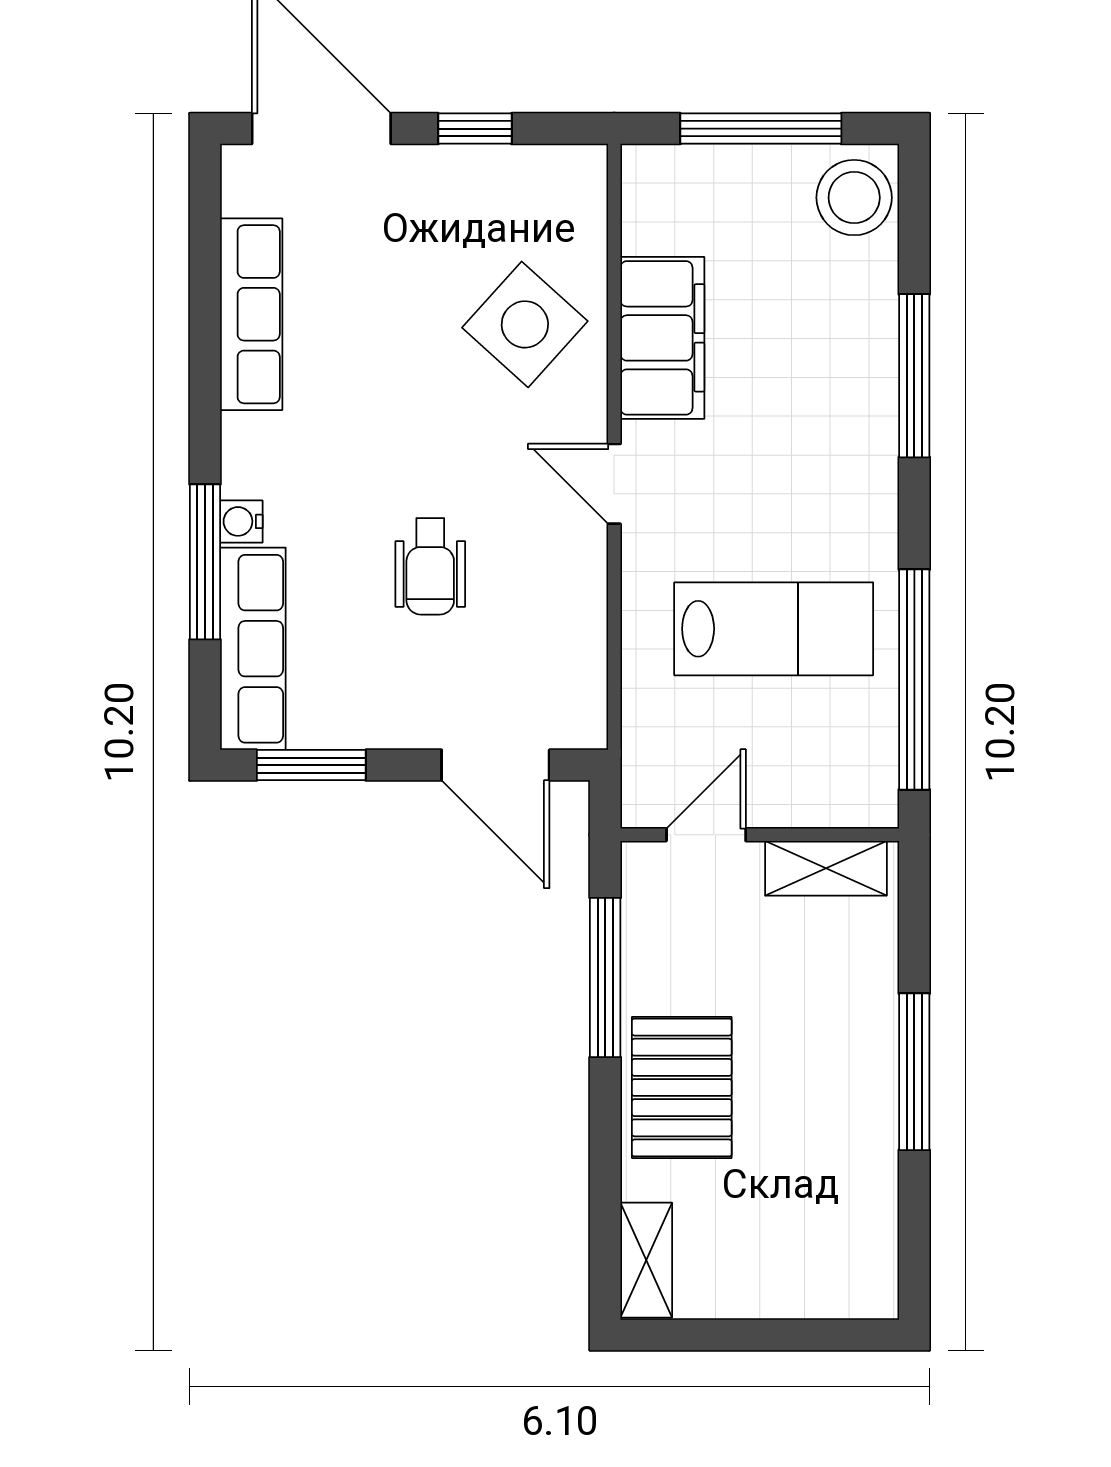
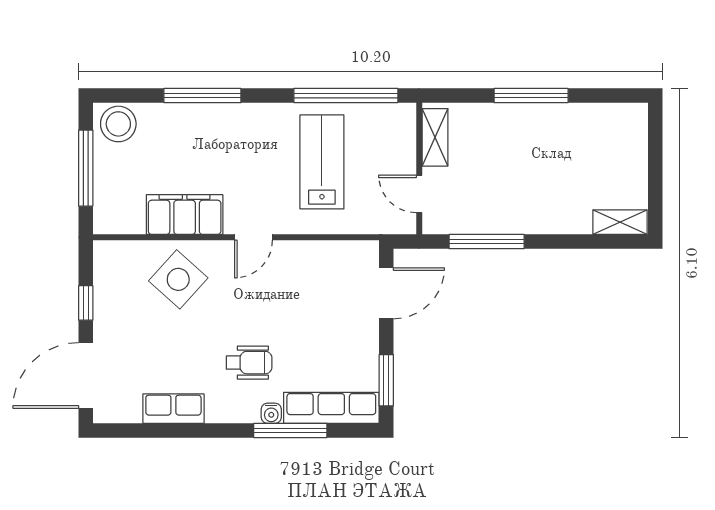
row of seats: (251, 314) -> (173, 409), width x0.68
wheelchair: (430, 566) -> (249, 363), moved
pallet: (682, 1087) -> (538, 205), removed

